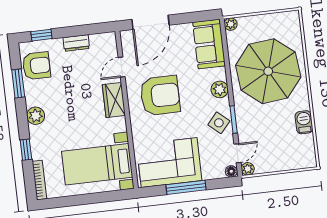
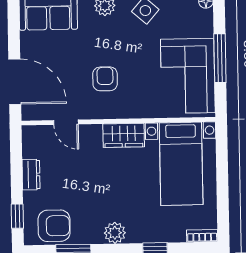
armchair: (36, 66) -> (54, 226), turned 90
armchair: (160, 96) -> (105, 79), width x0.53, depth x0.53
wardrobe: (114, 100) -> (124, 135), moved
bookcase: (39, 180) -> (202, 236), width x0.64

